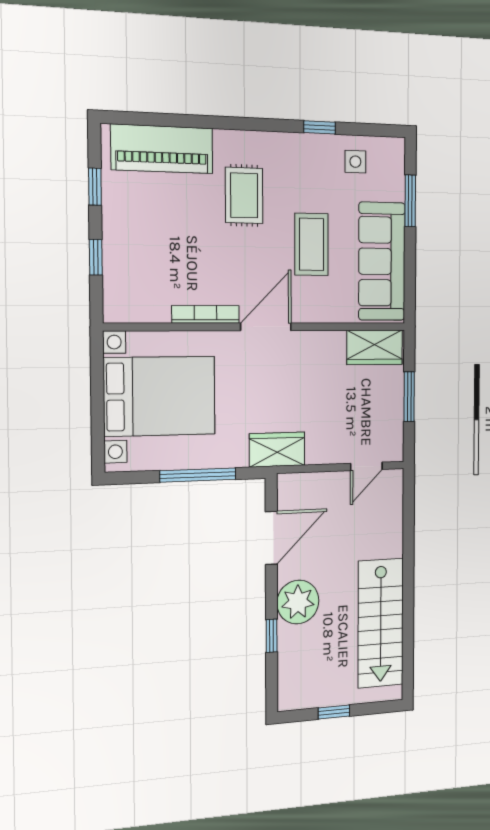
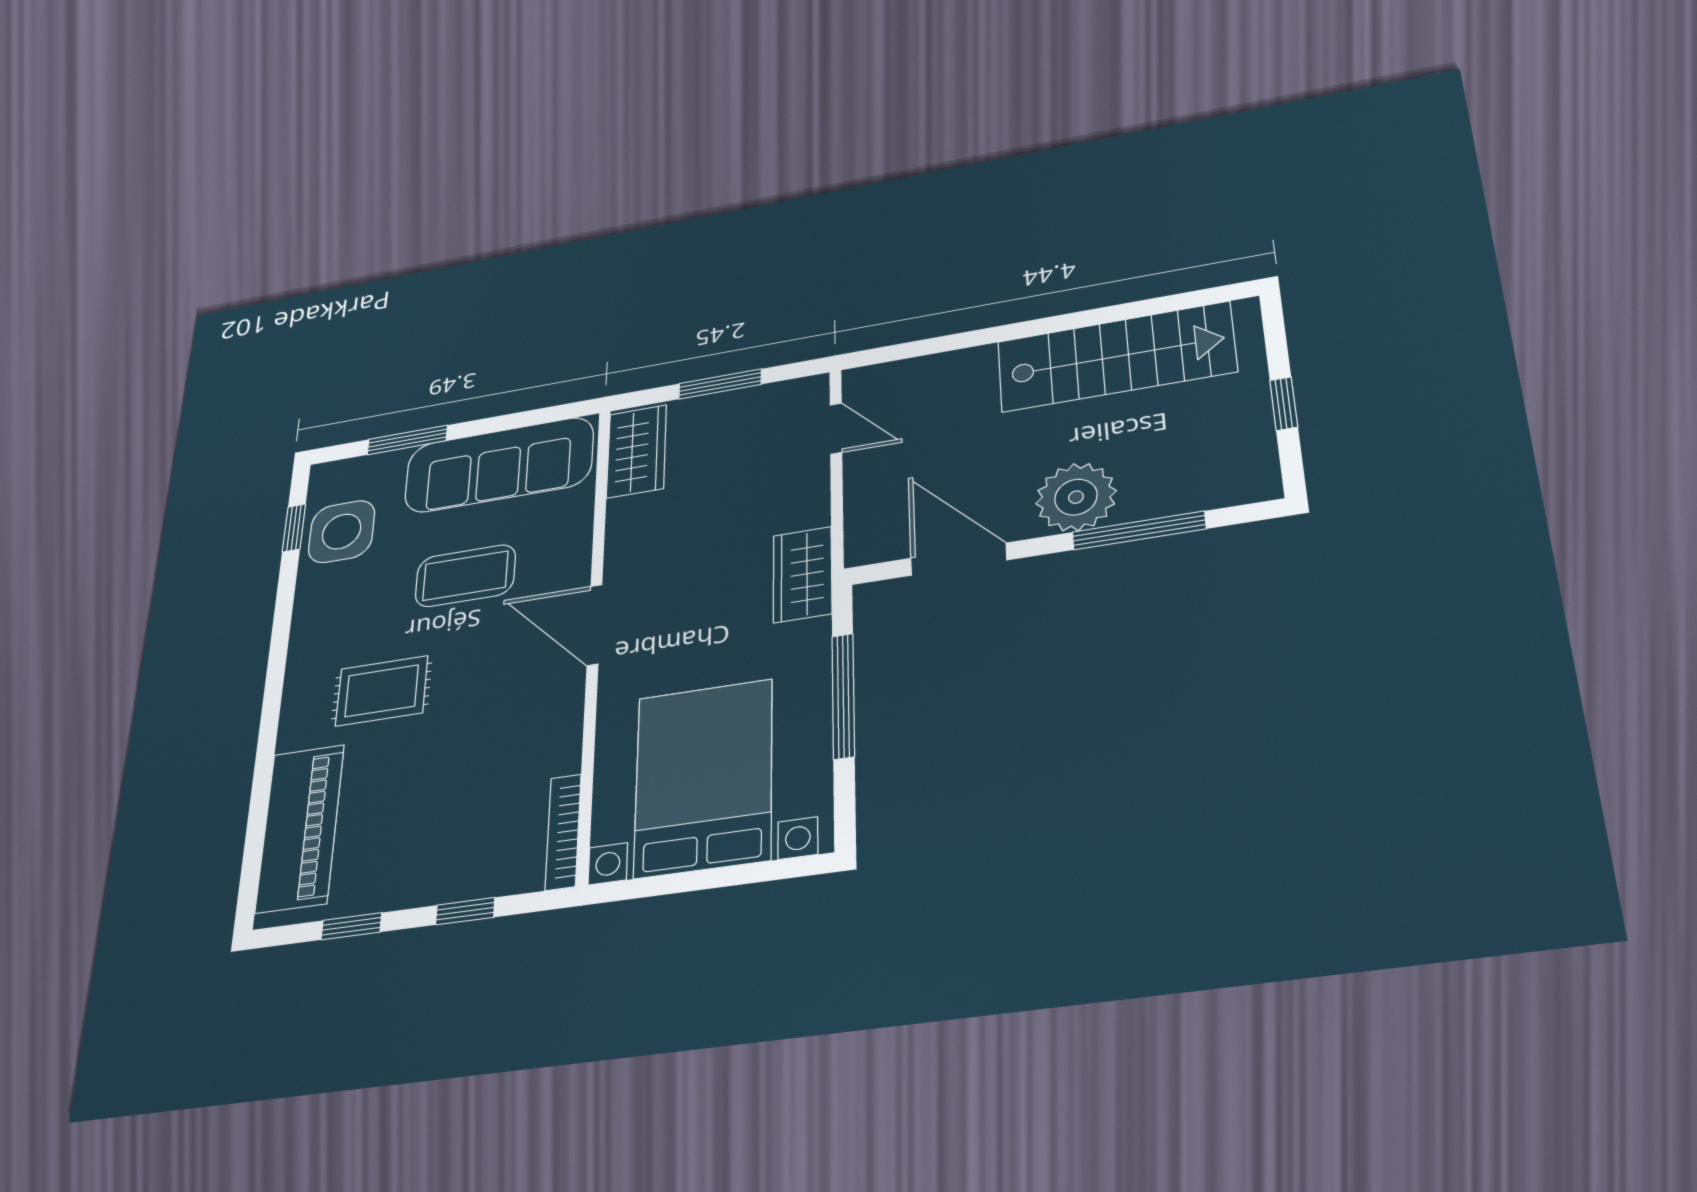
window: (320, 127) -> (294, 528), moved
side table: (355, 162) -> (342, 532), width x1.87, depth x1.87
bookcase: (206, 314) -> (563, 832), moved
window: (272, 636) -> (1139, 530), width x2.17

